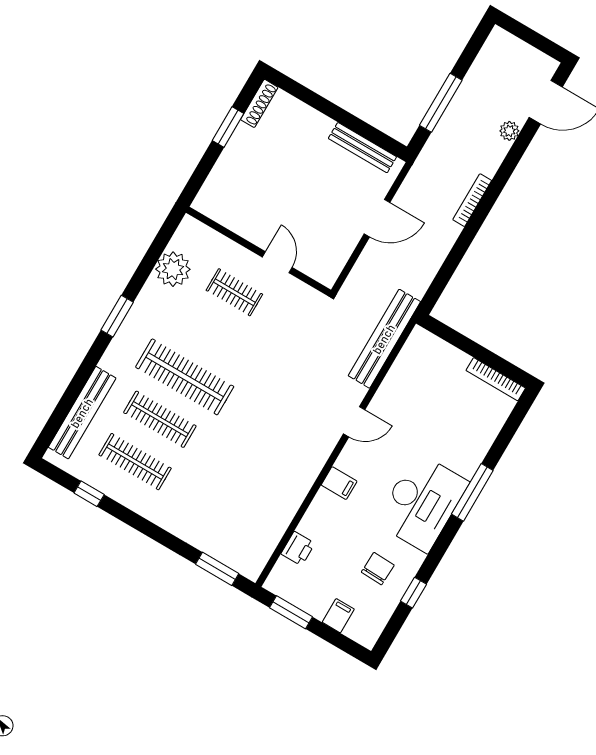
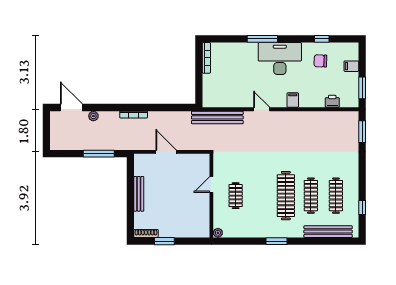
bench: (362, 148) -> (139, 194), moved
plant: (173, 269) -> (218, 233), moved, width x0.53, depth x0.53

